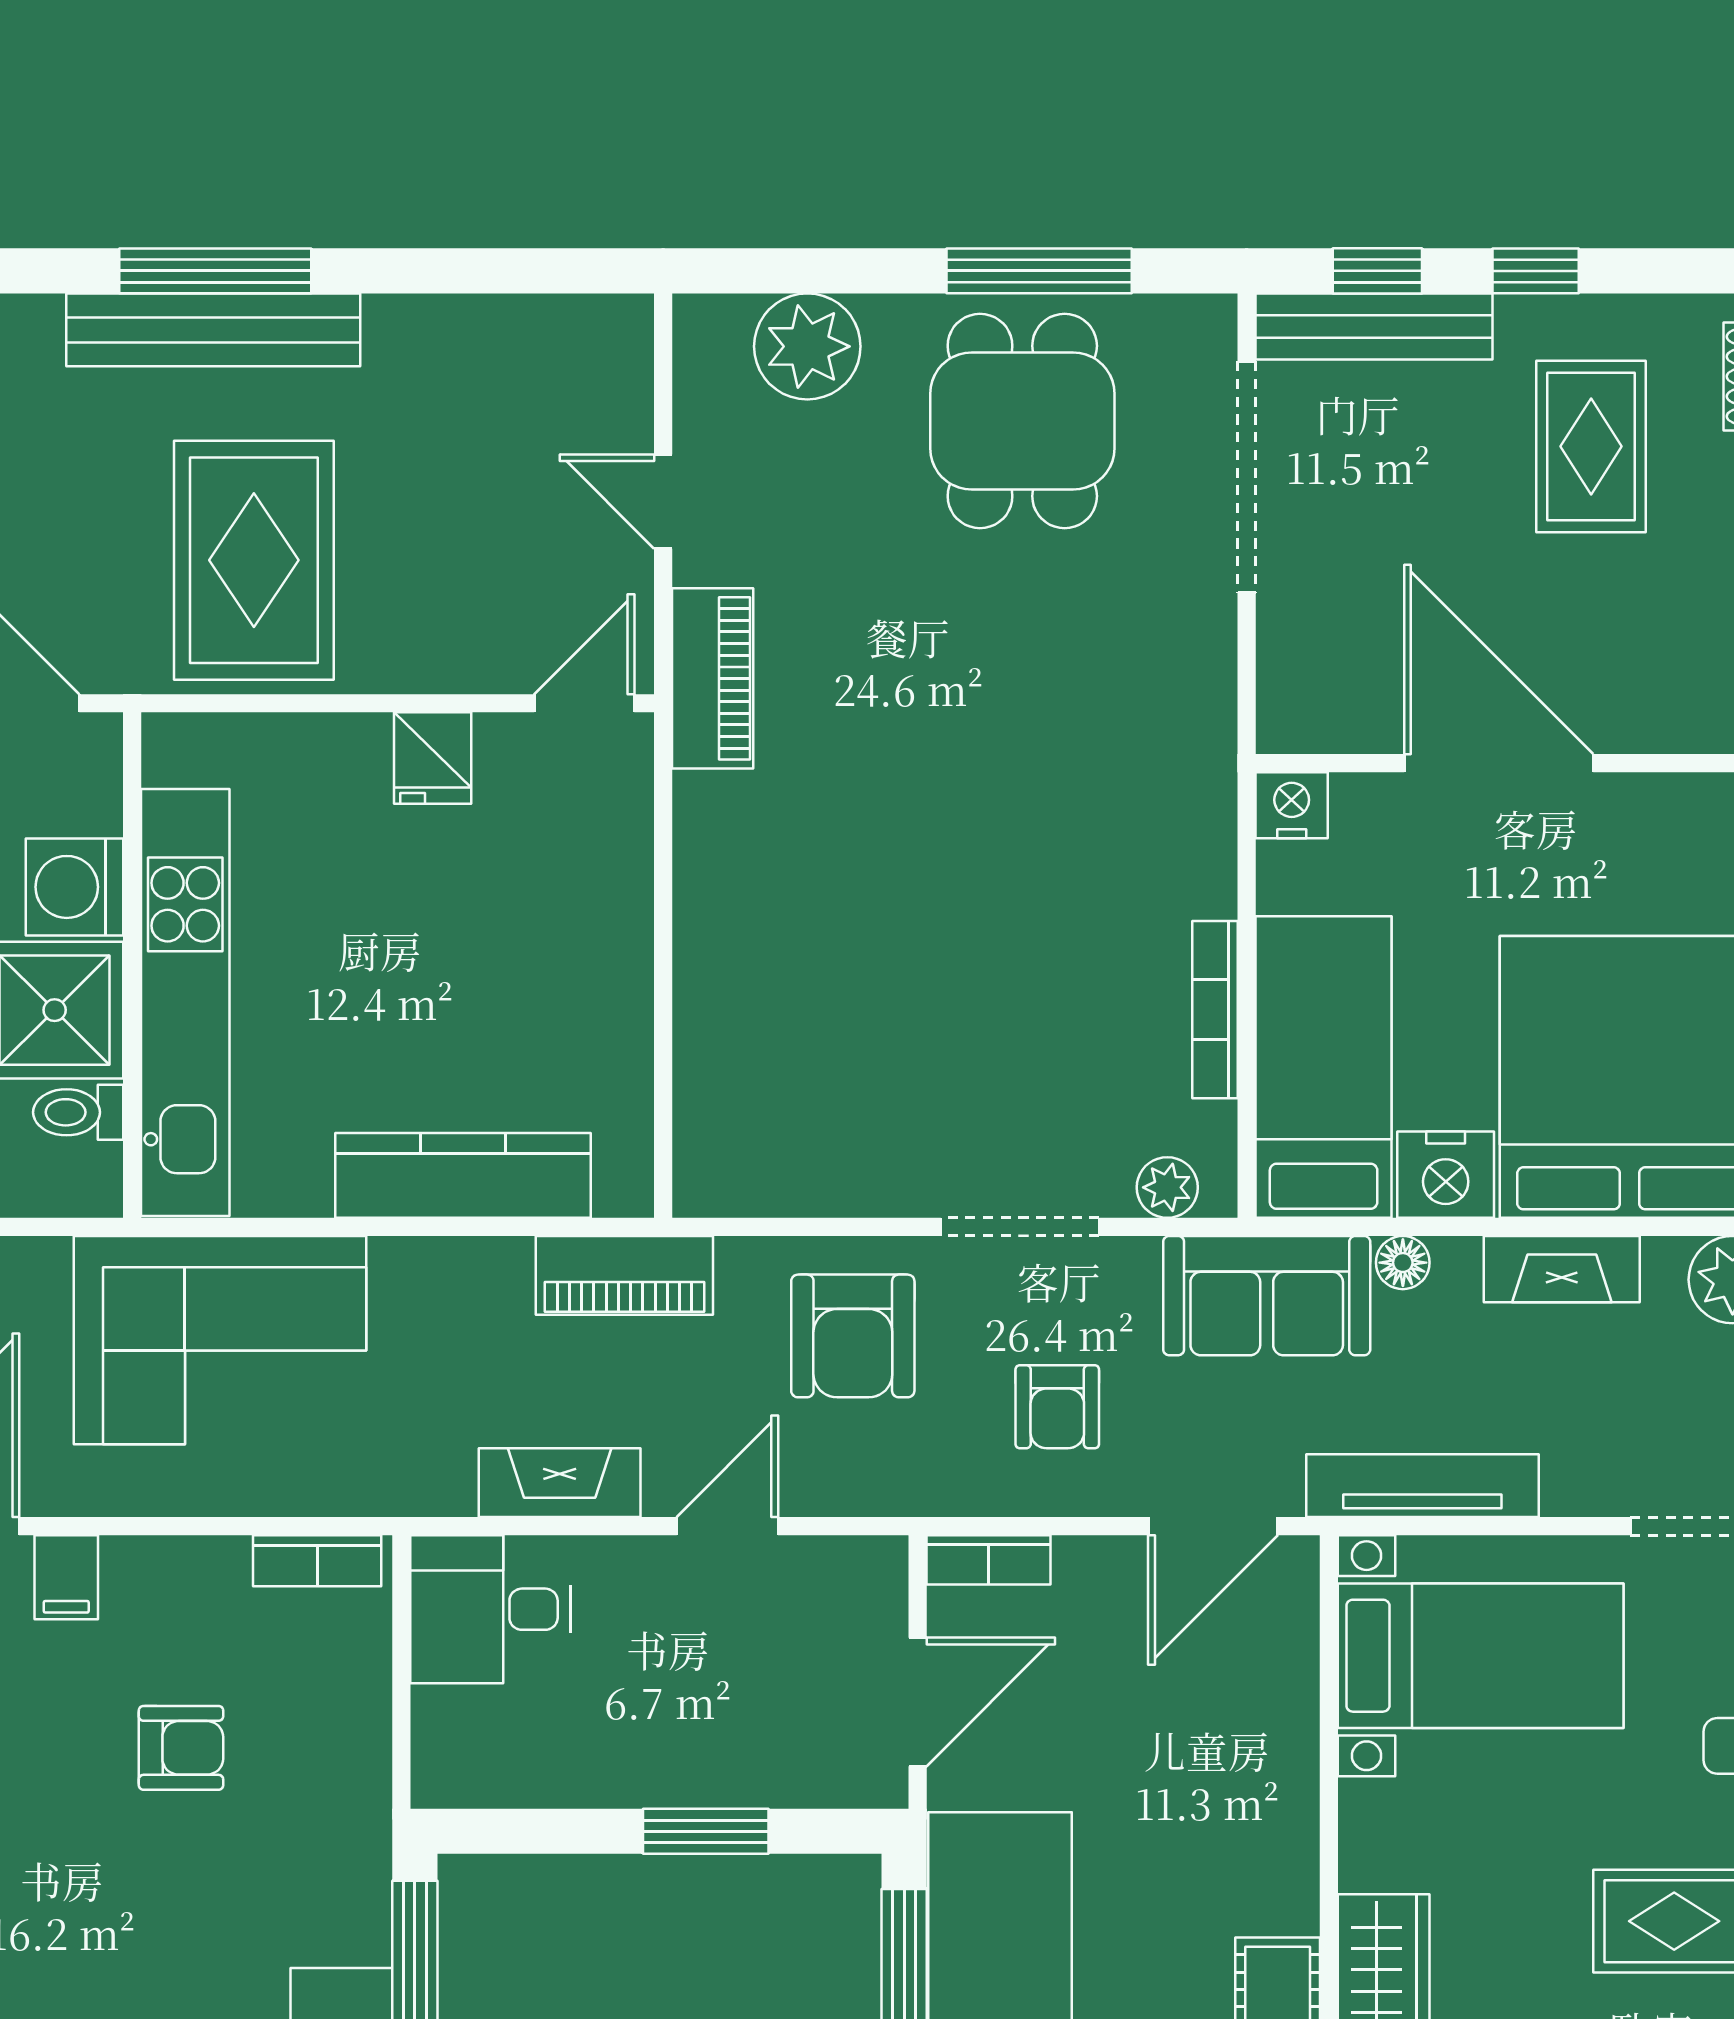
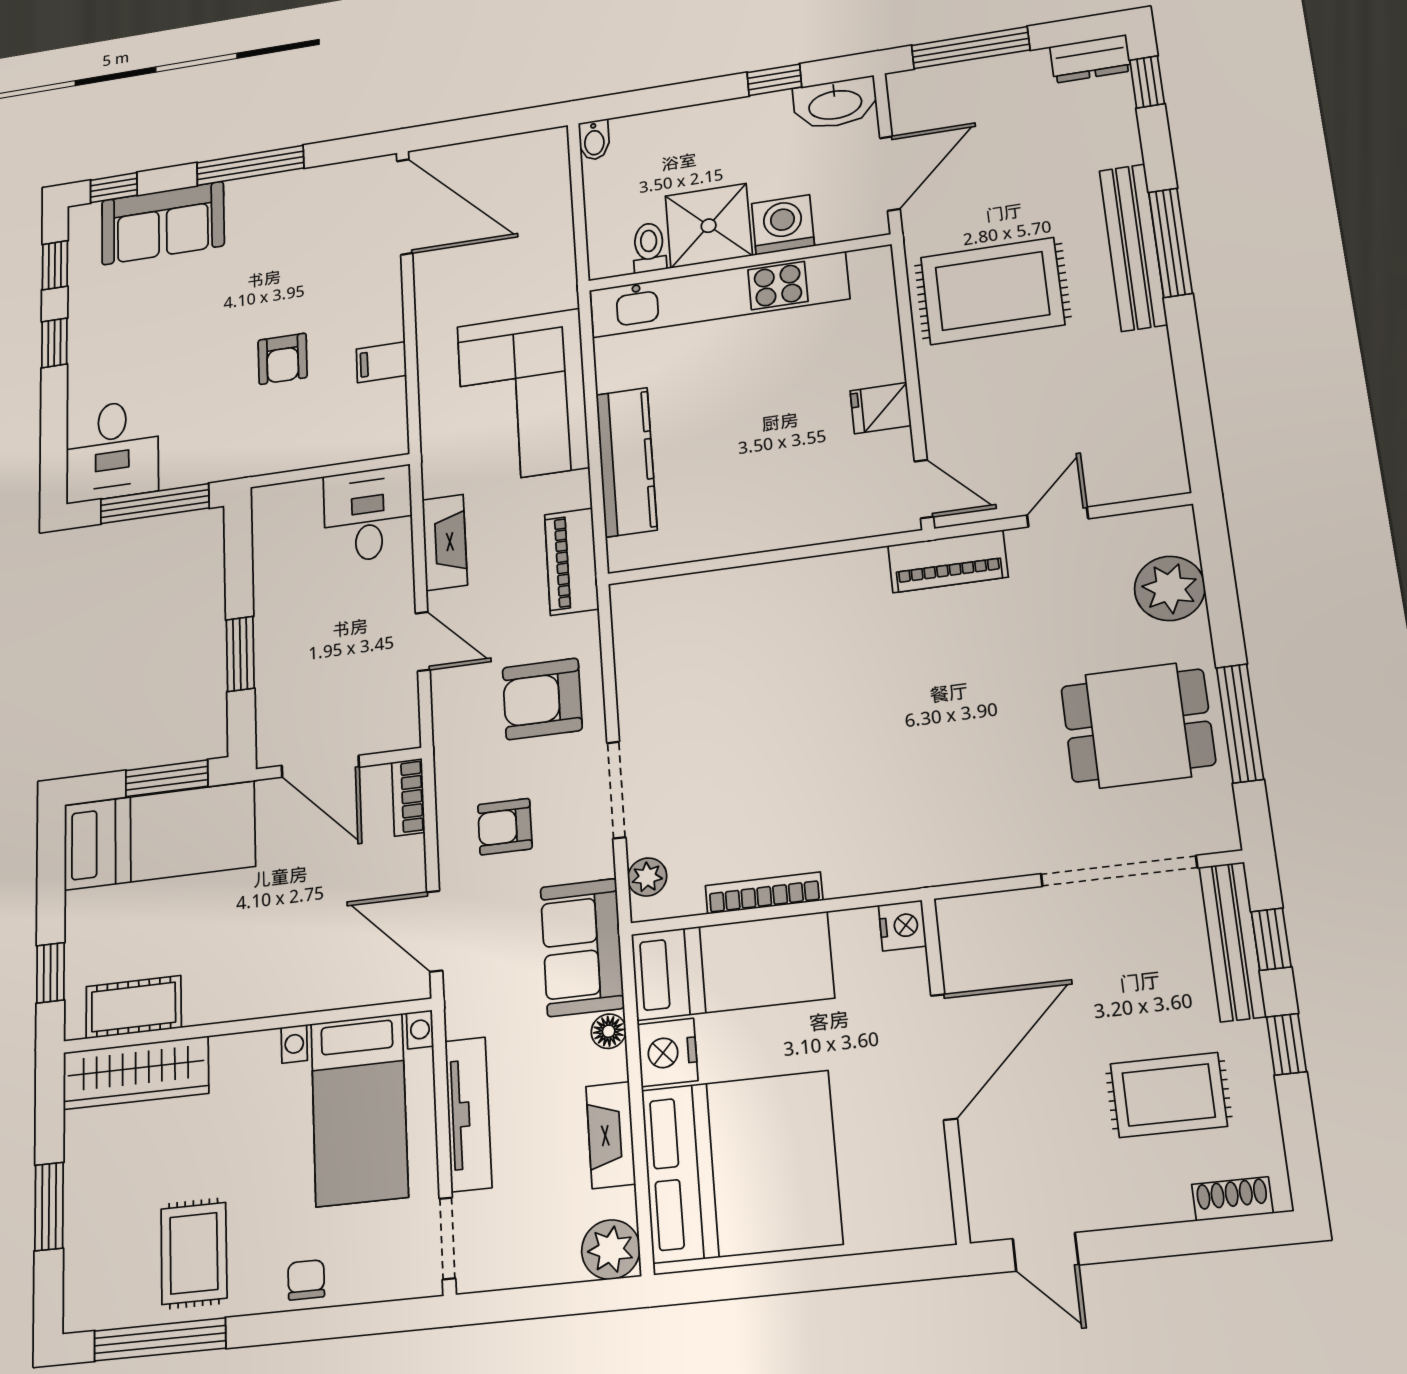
corner sofa: (220, 1340) -> (523, 396), moved
tv unit: (1422, 1486) -> (468, 1114), moved
bookcase: (317, 1561) -> (393, 415), removed
filing cabinet: (66, 1577) -> (381, 362), moved

